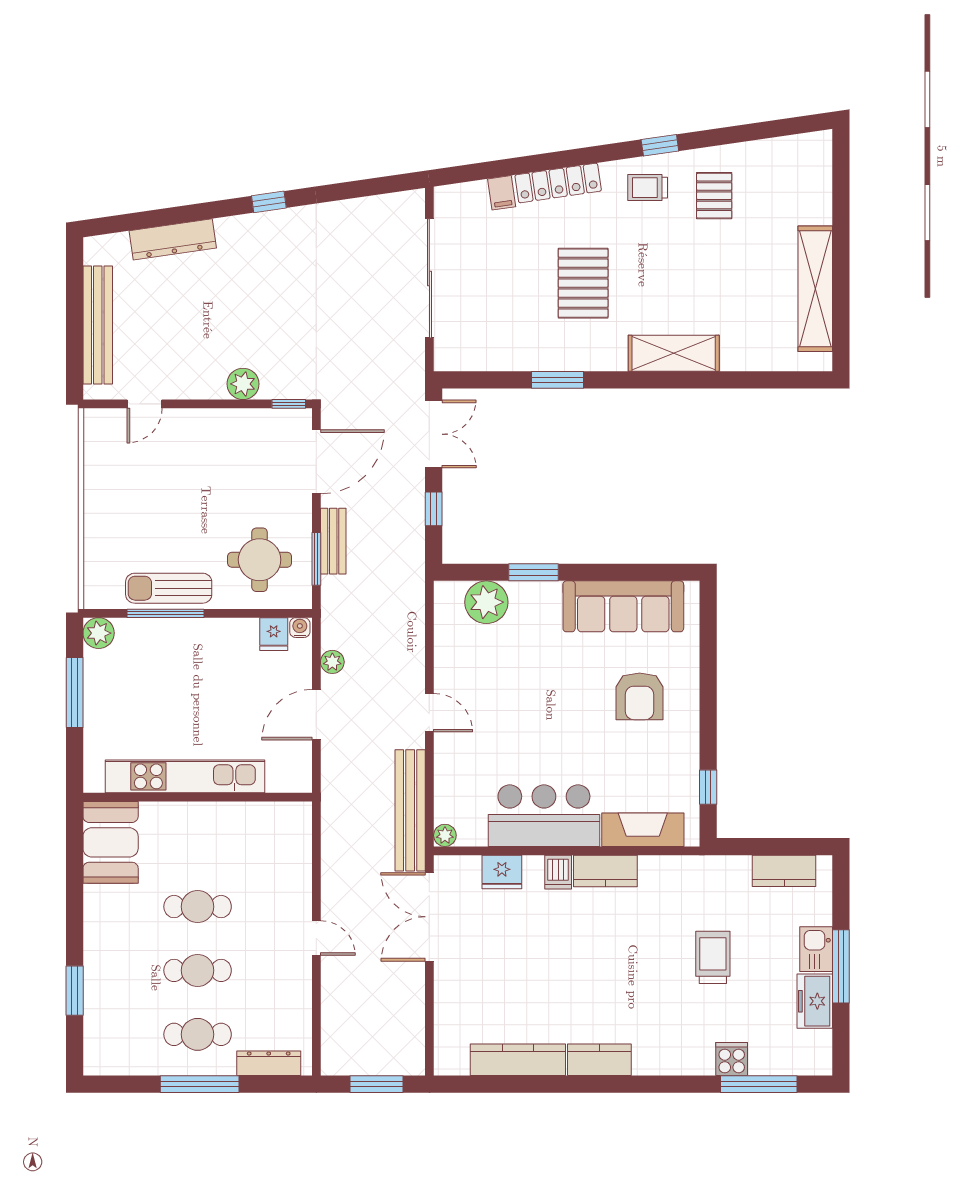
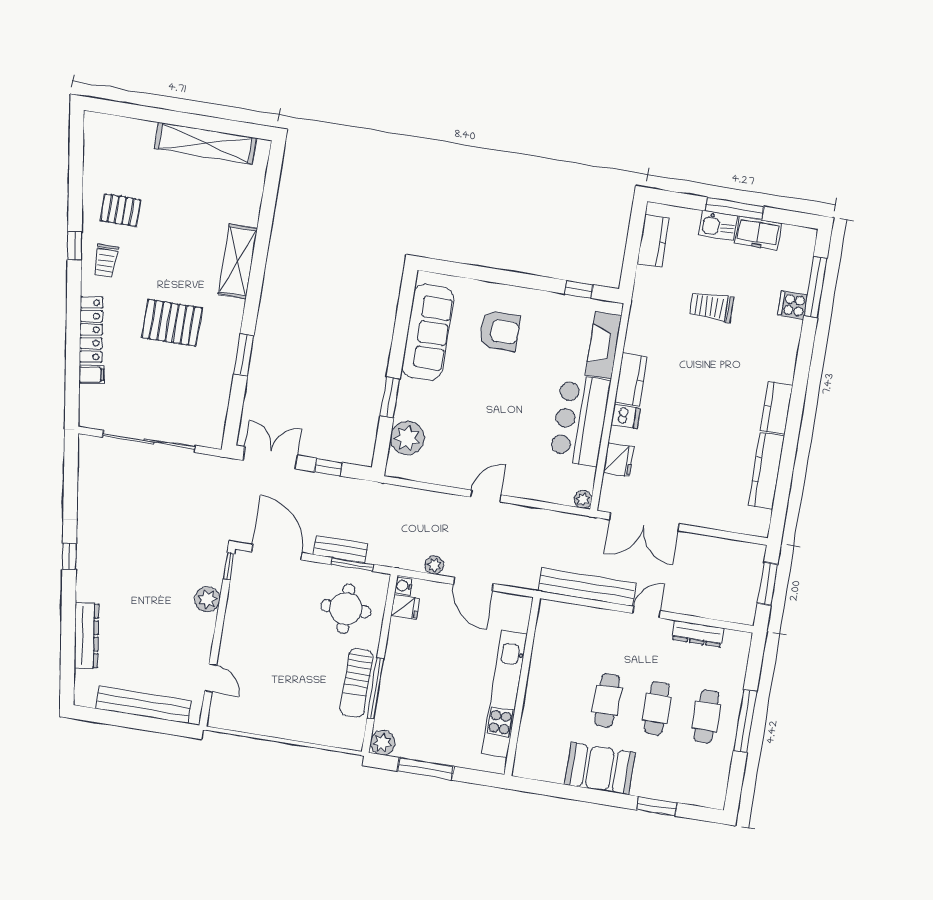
bench: (410, 810) -> (587, 587), moved
booth: (111, 842) -> (600, 768), moved
dresser: (269, 1063) -> (698, 634), moved, turned -90

